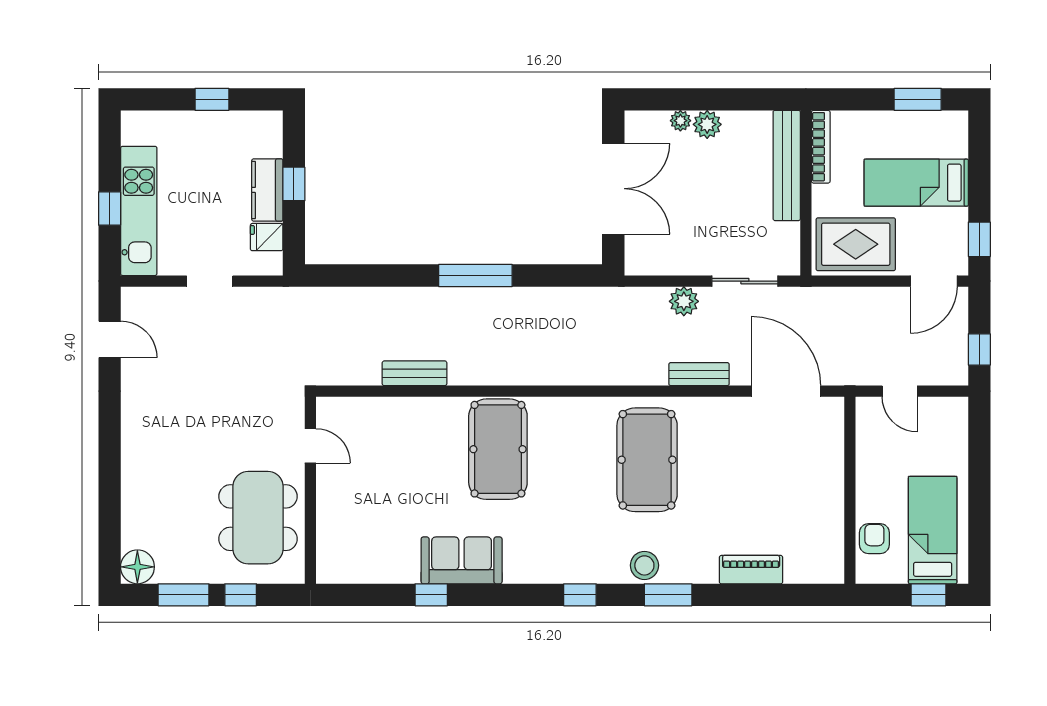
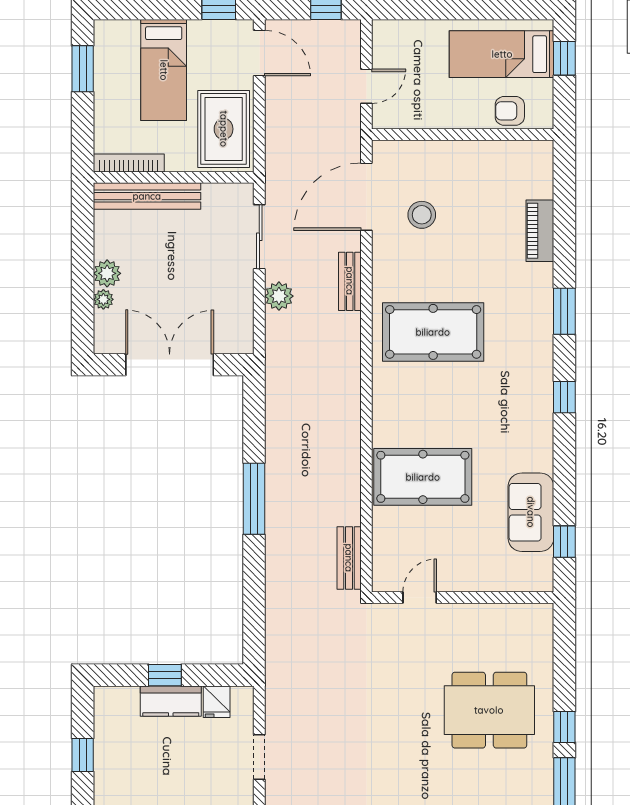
door: (310, 446) -> (420, 598), moved
wall: (310, 490) -> (463, 598), moved
stool: (644, 565) -> (422, 215), moved

